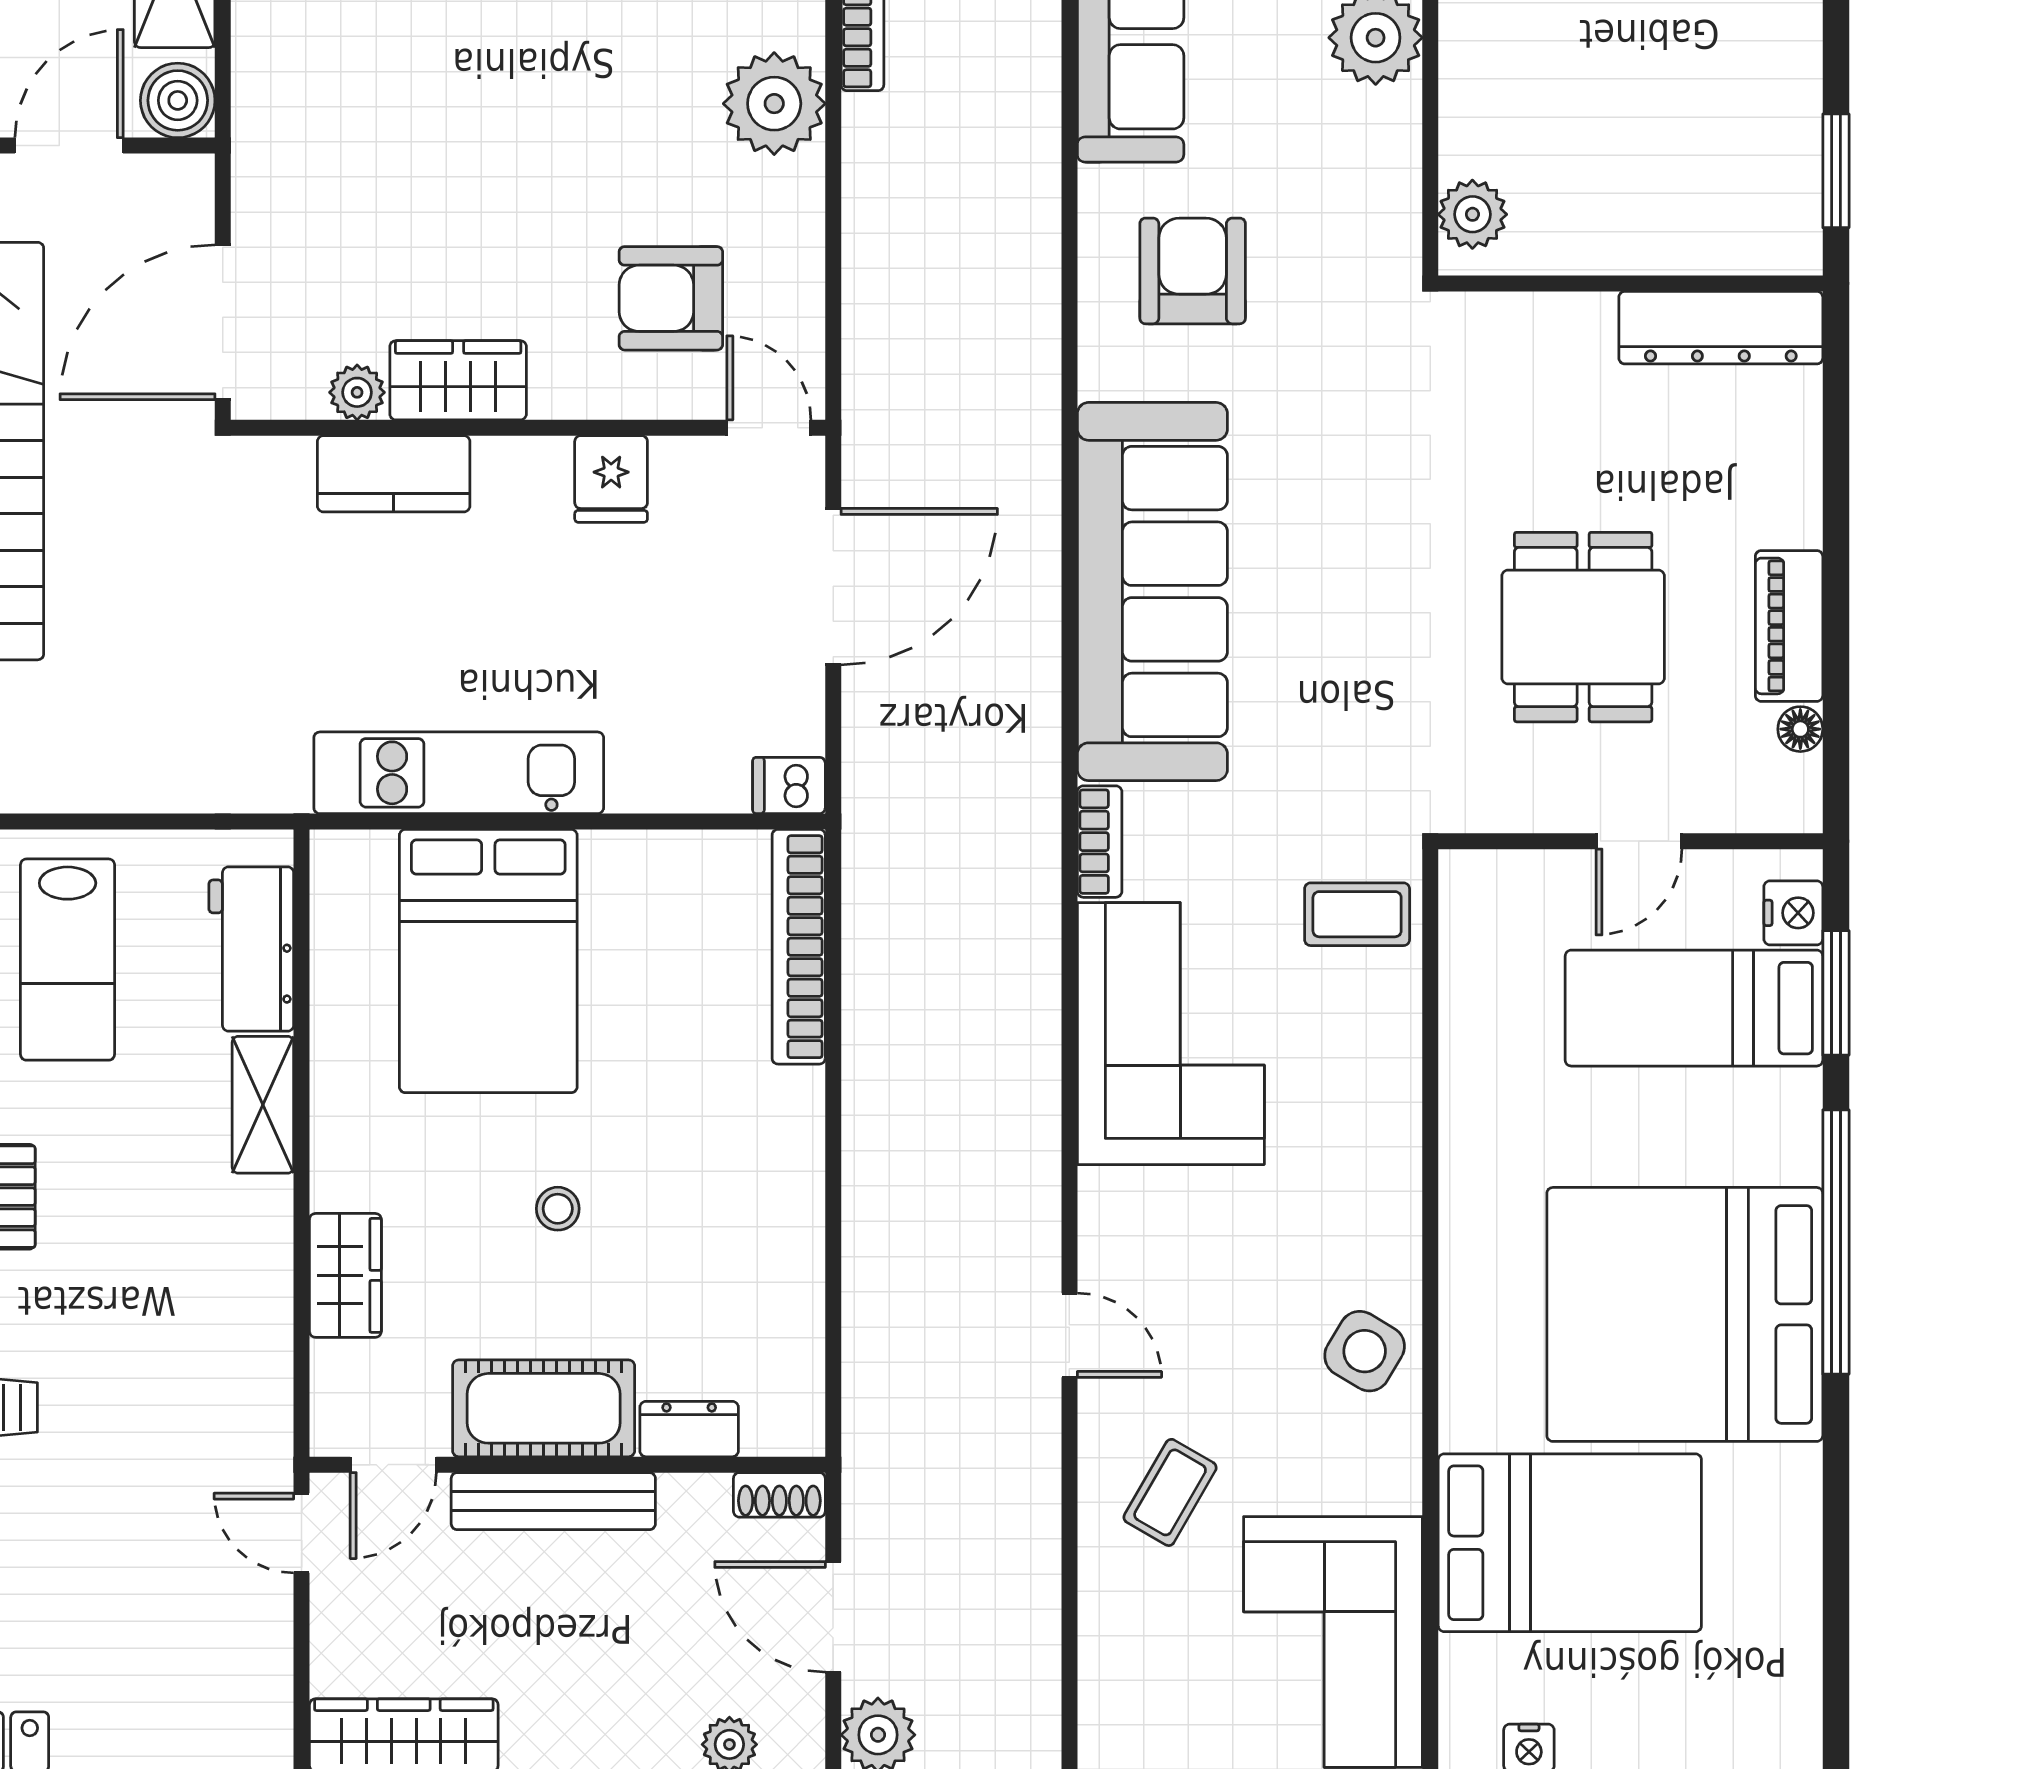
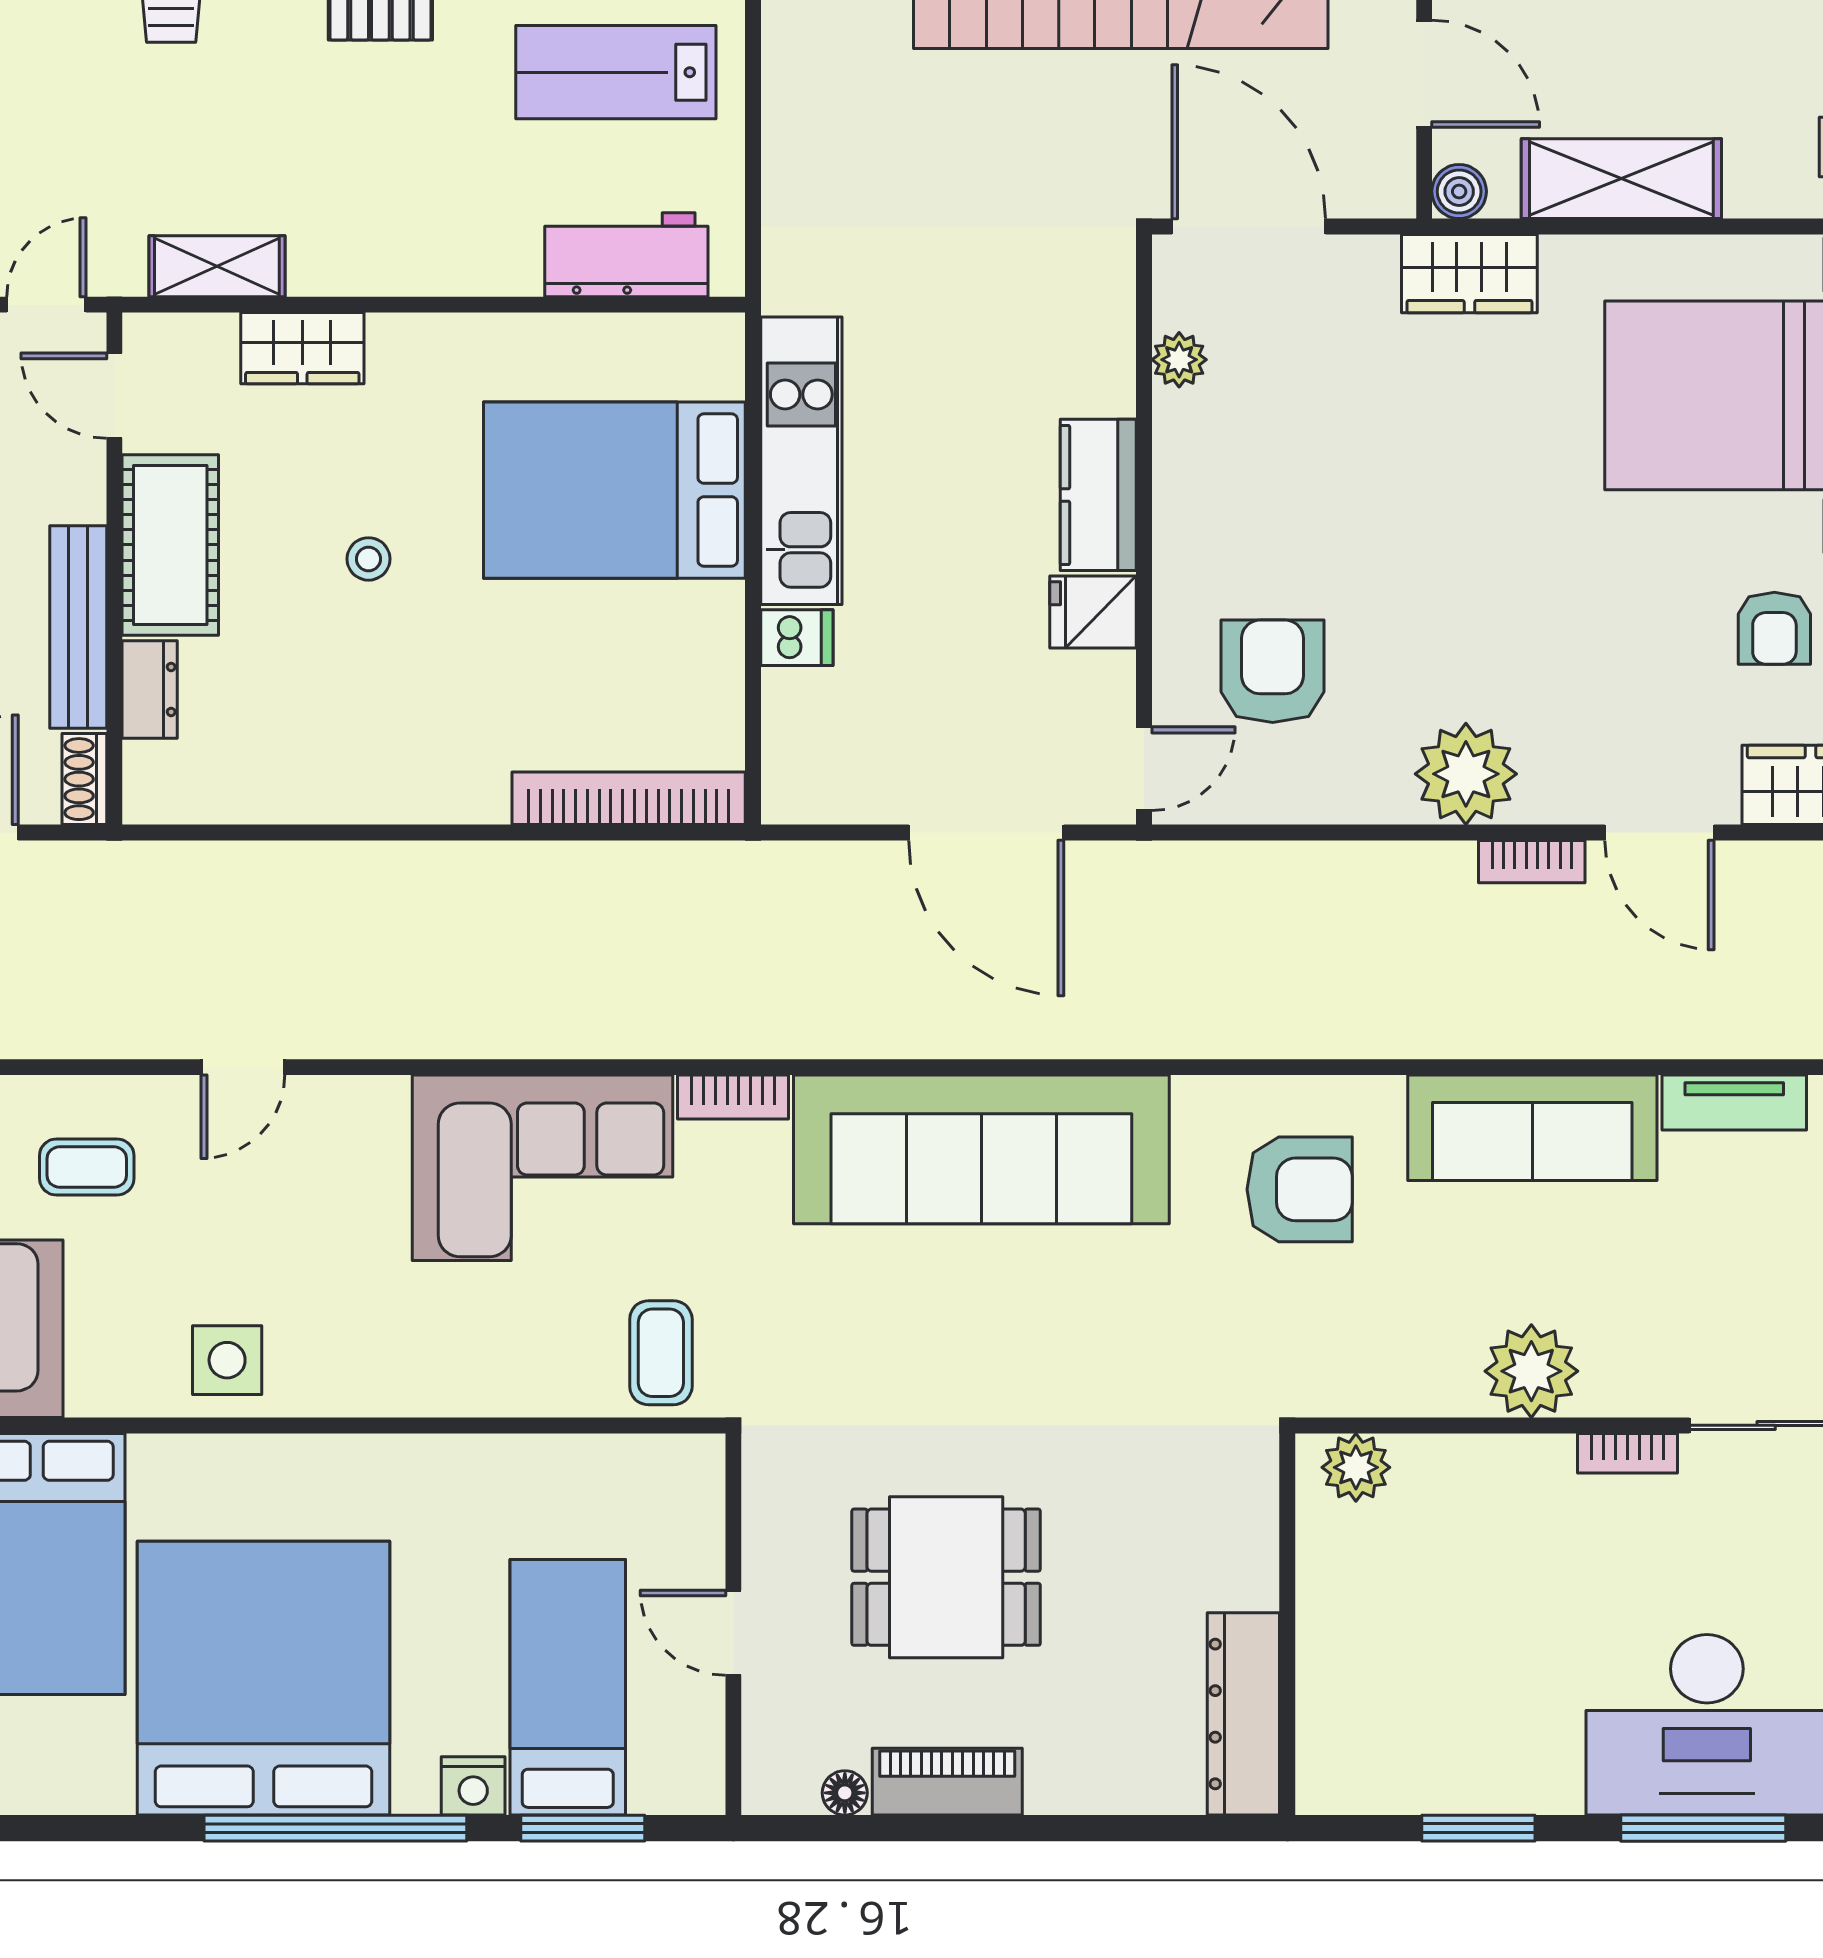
boiler: (178, 100) -> (1459, 191), width x0.73, depth x0.73
window: (1836, 171) -> (1478, 1828), moved
wardrobe: (458, 380) -> (1469, 274), moved, turned 90
kitchen counter: (394, 474) -> (1098, 495), moved
dishwasher: (789, 785) -> (797, 638), moved, turned 90
nightstand: (1793, 913) -> (473, 1786), moved
shelving: (263, 1105) -> (217, 266), moved
side table: (1365, 1351) -> (227, 1360), turned -31
coffee table: (1170, 1492) -> (87, 1167), turned -30
bench: (553, 1501) -> (78, 627), moved

